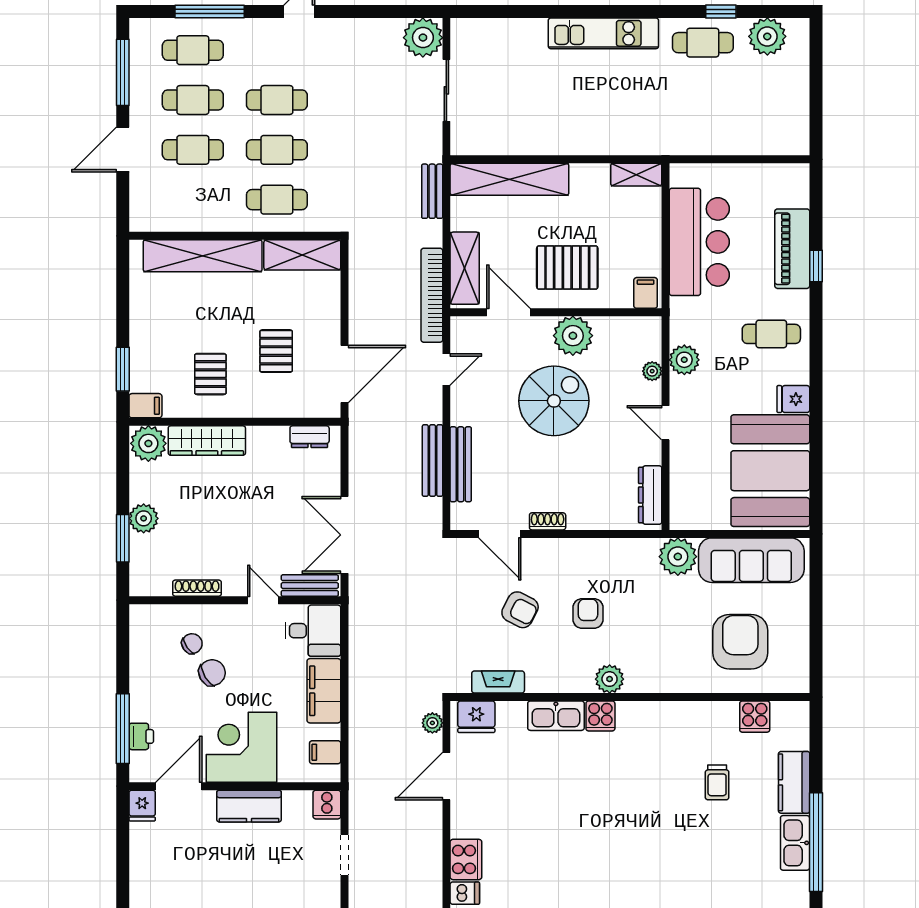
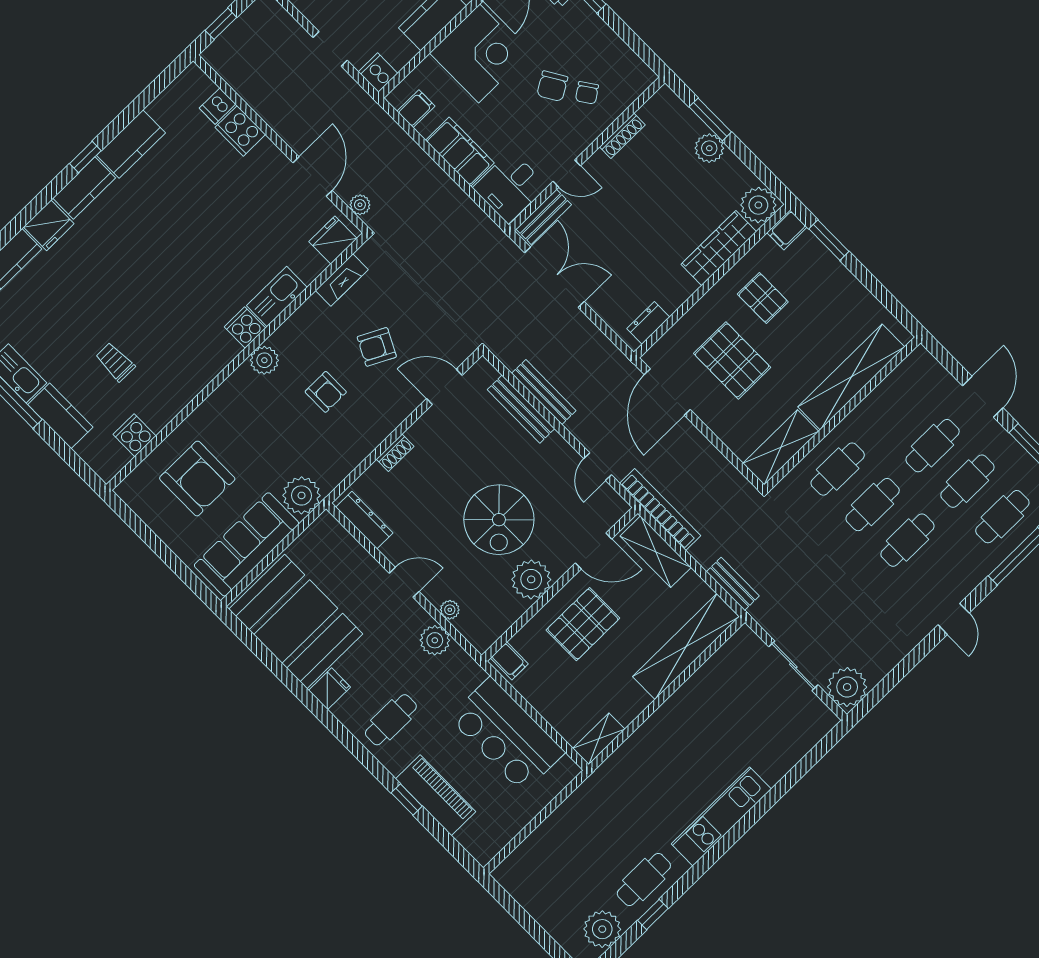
pallet: (276, 351) -> (732, 360), width x1.50, depth x1.42
shoe rack: (548, 521) -> (395, 453), moved

